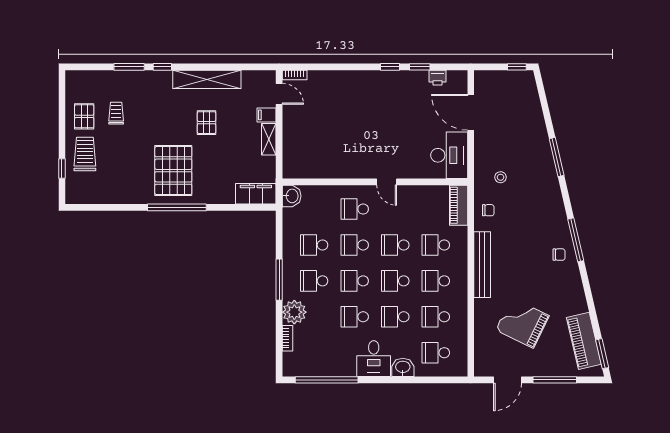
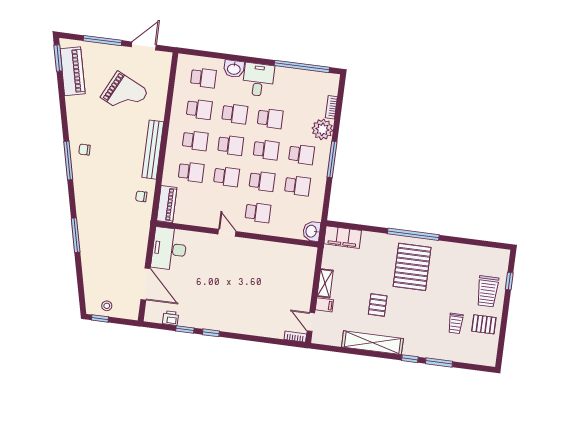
pallet: (84, 116) -> (484, 324), turned 90
stool: (501, 177) -> (107, 306), moved

